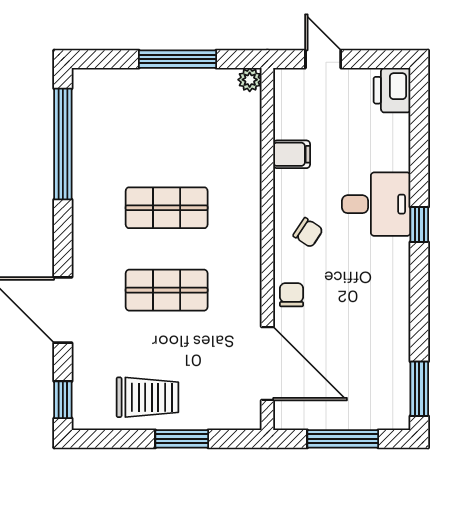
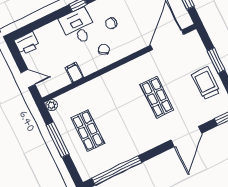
door: (323, 59) -> (28, 79), swing flipped
shop shelf: (167, 208) -> (88, 131), moved
chair: (292, 295) -> (111, 23), moved

